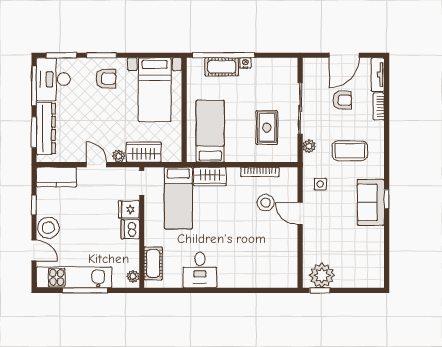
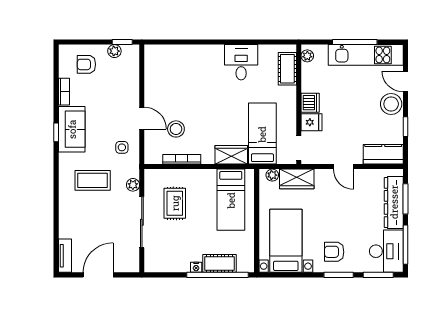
armchair: (342, 100) -> (86, 64), moved
bookcase: (379, 107) -> (64, 92), moved
plant: (119, 156) -> (272, 175), moved
plant: (322, 275) -> (114, 51), width x0.53, depth x0.53

